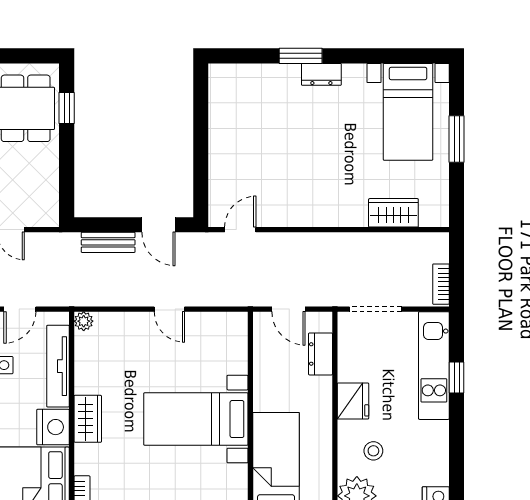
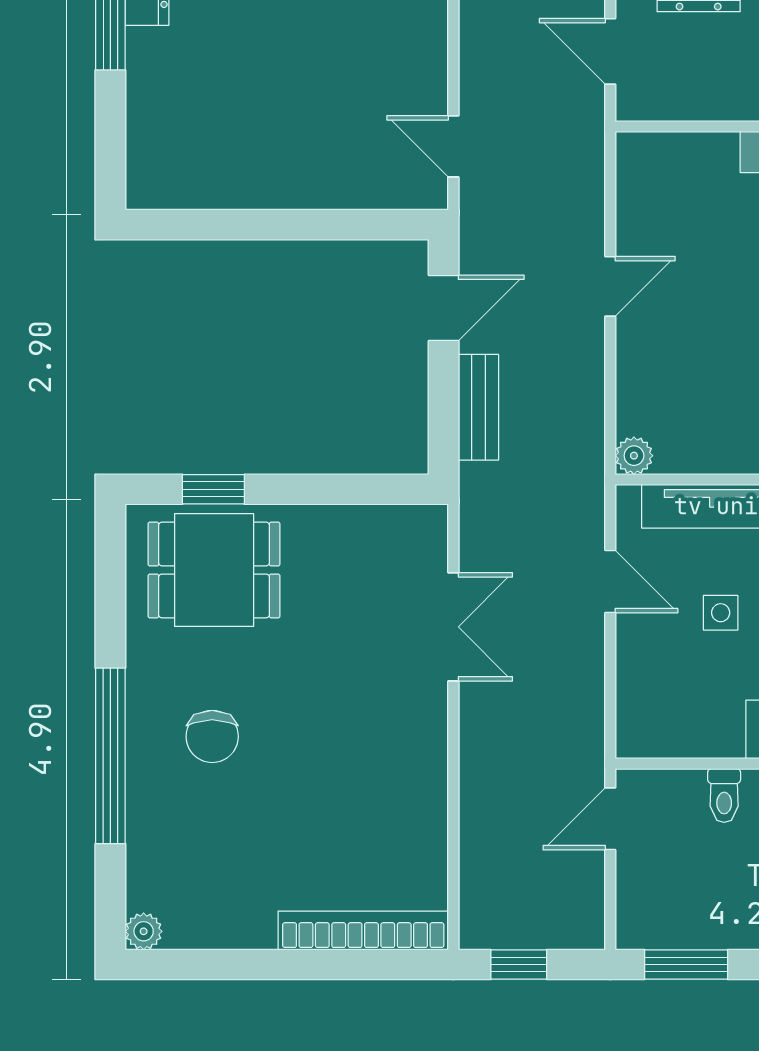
door: (288, 309) -> (610, 51), swing flipped

